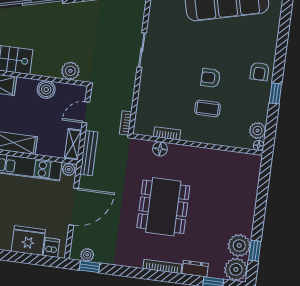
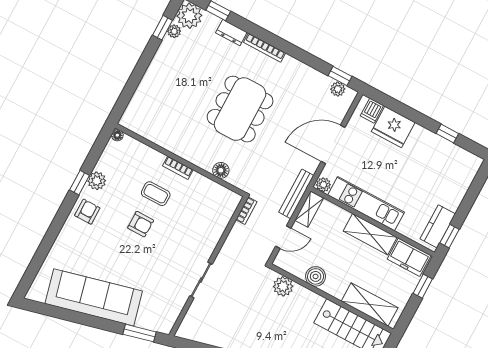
plant: (257, 131) -> (97, 181), moved
bookcase: (167, 133) -> (178, 168), moved
plant: (239, 245) -> (174, 31), width x0.53, depth x0.53

